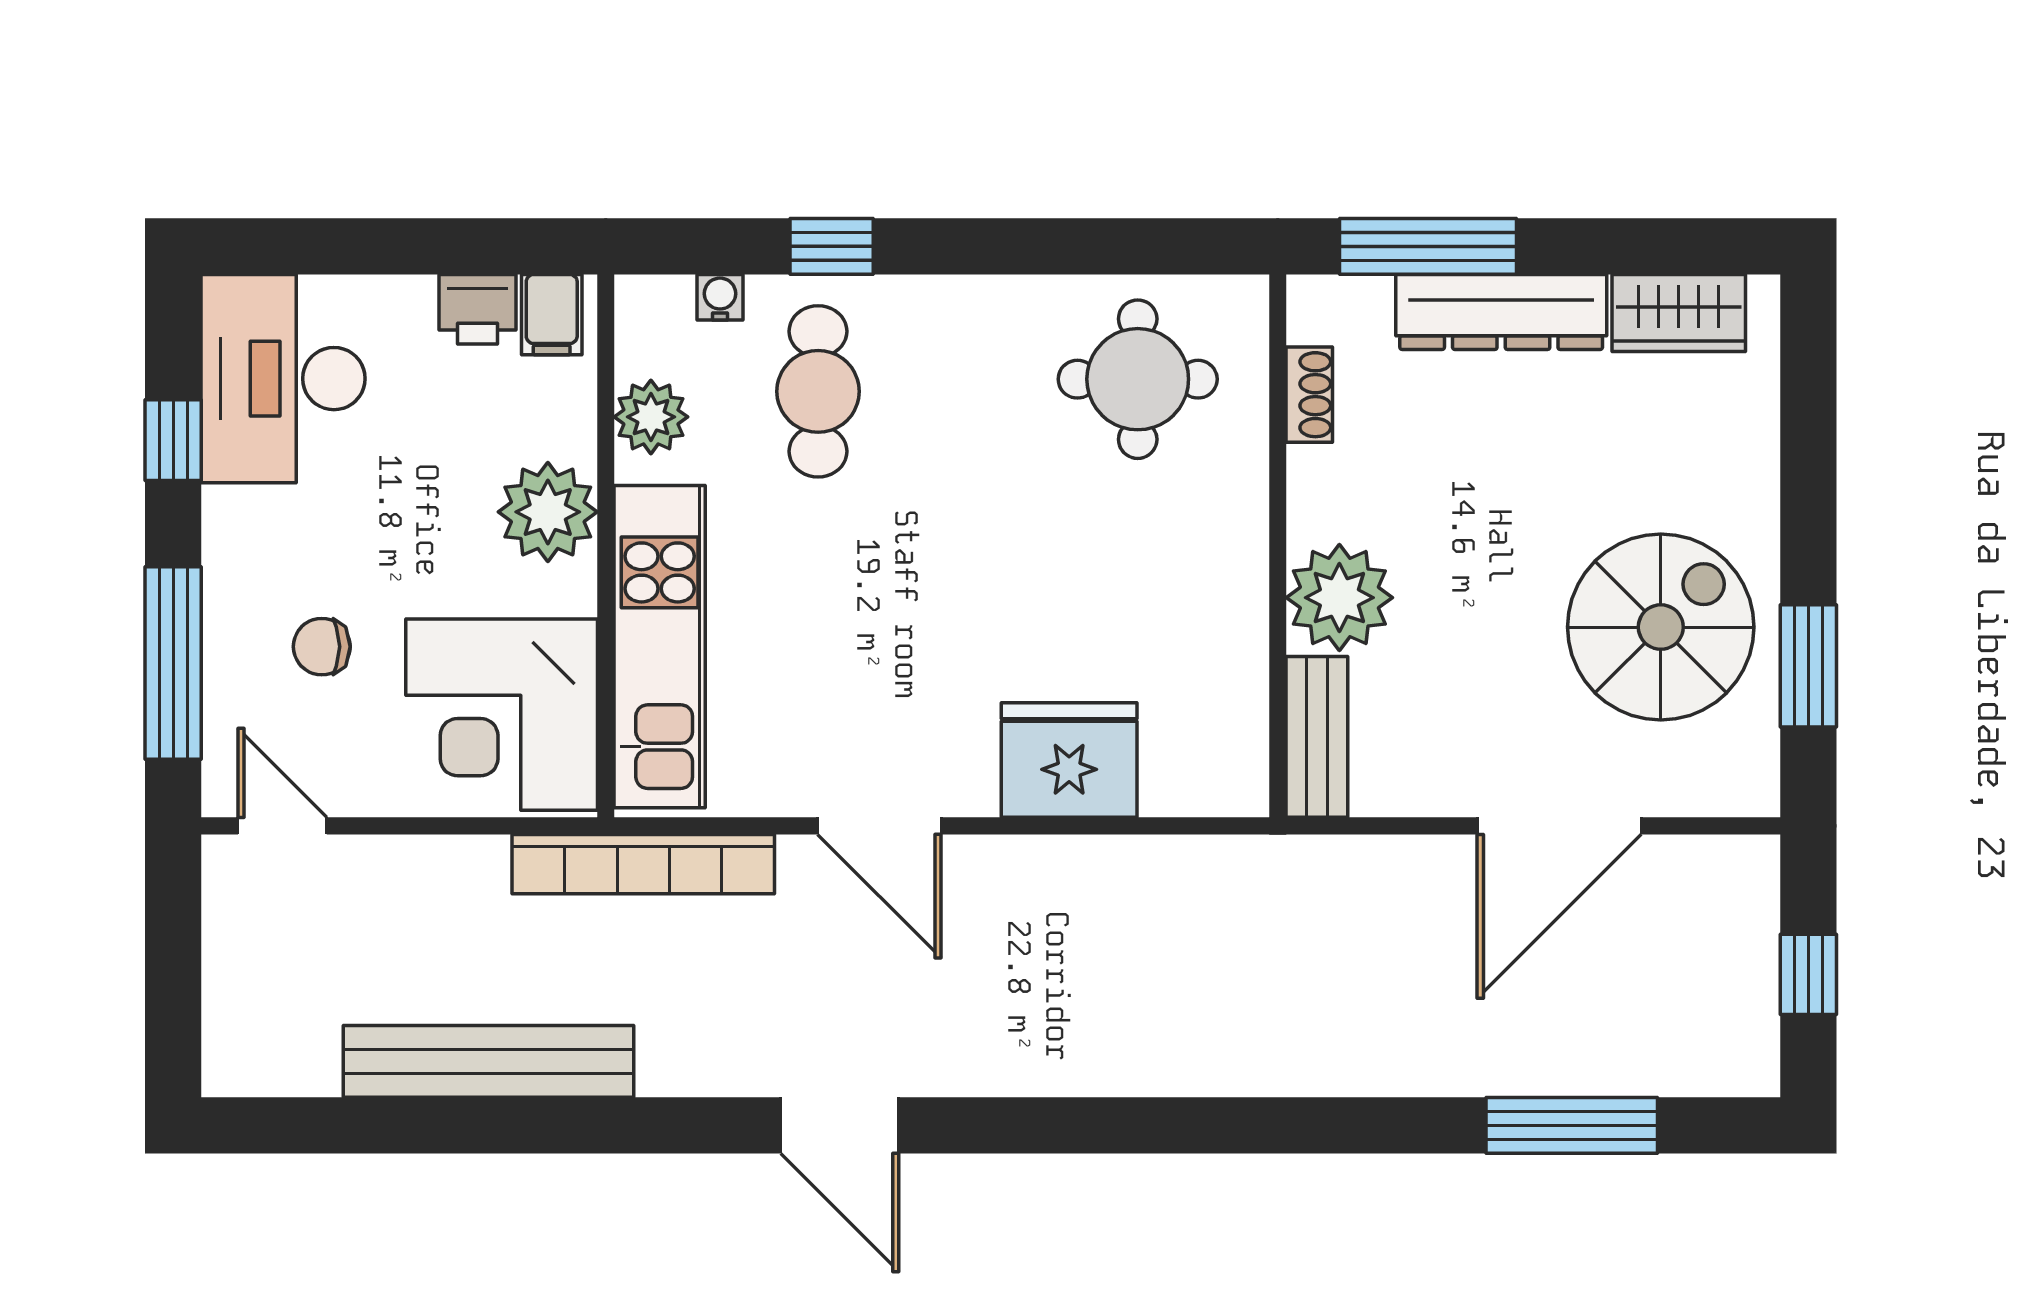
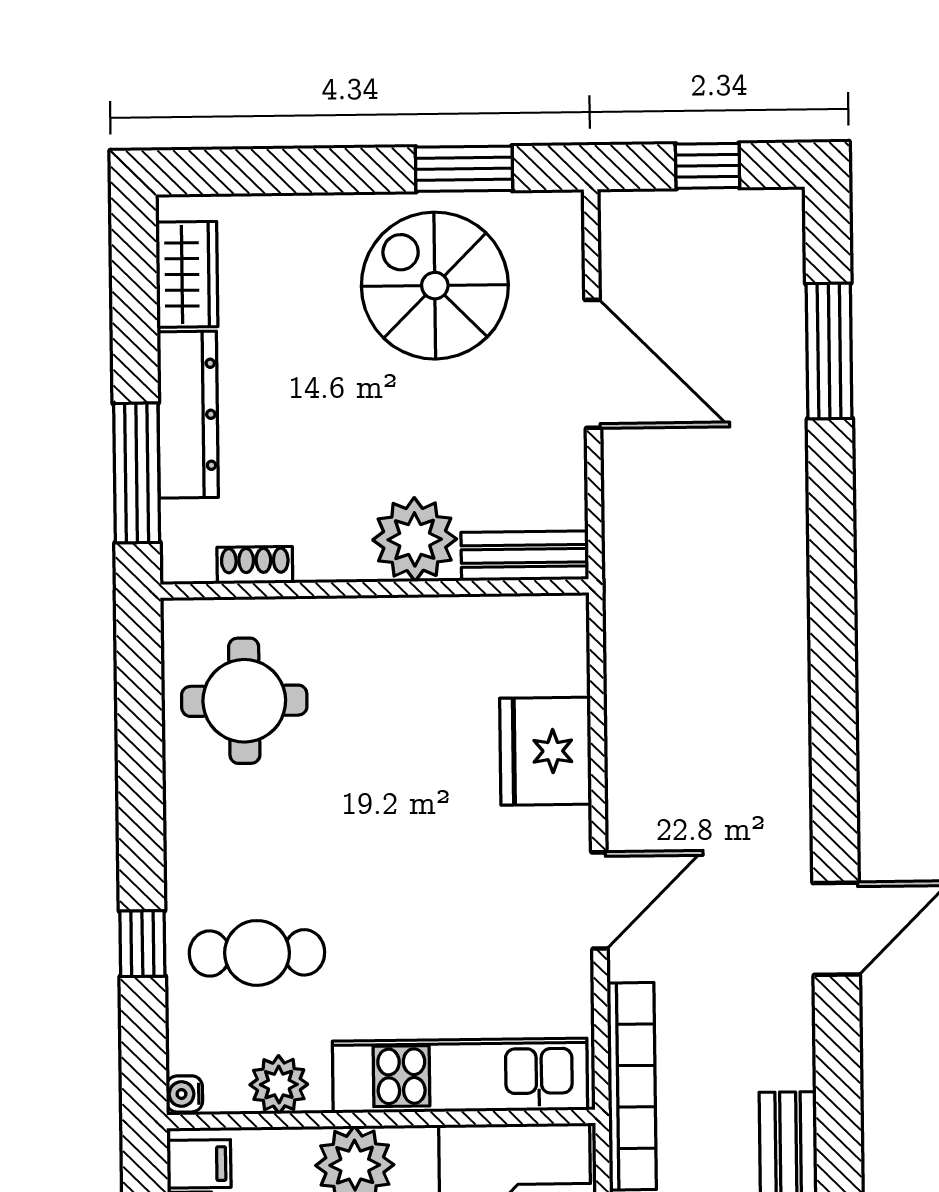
water cooler: (720, 297) -> (184, 1094), moved

